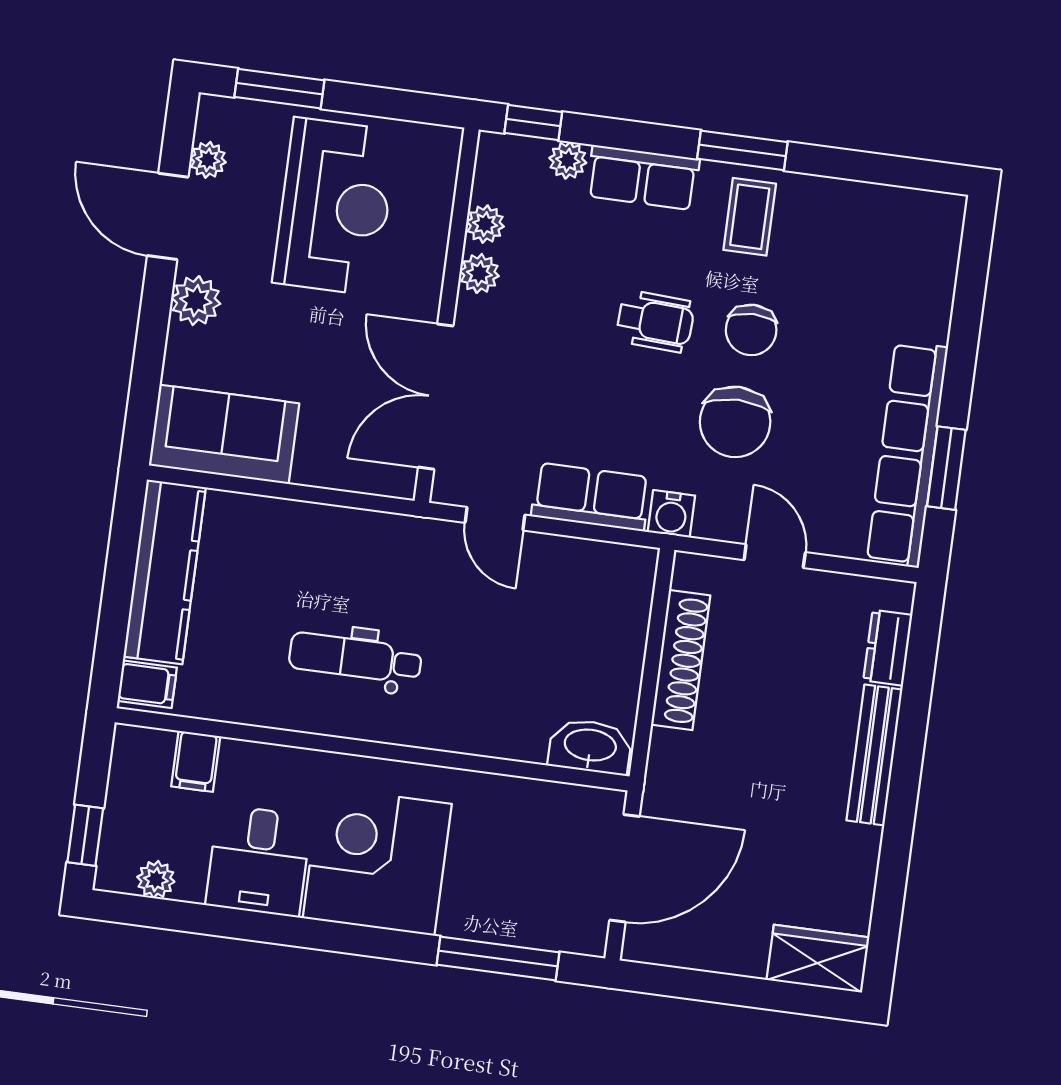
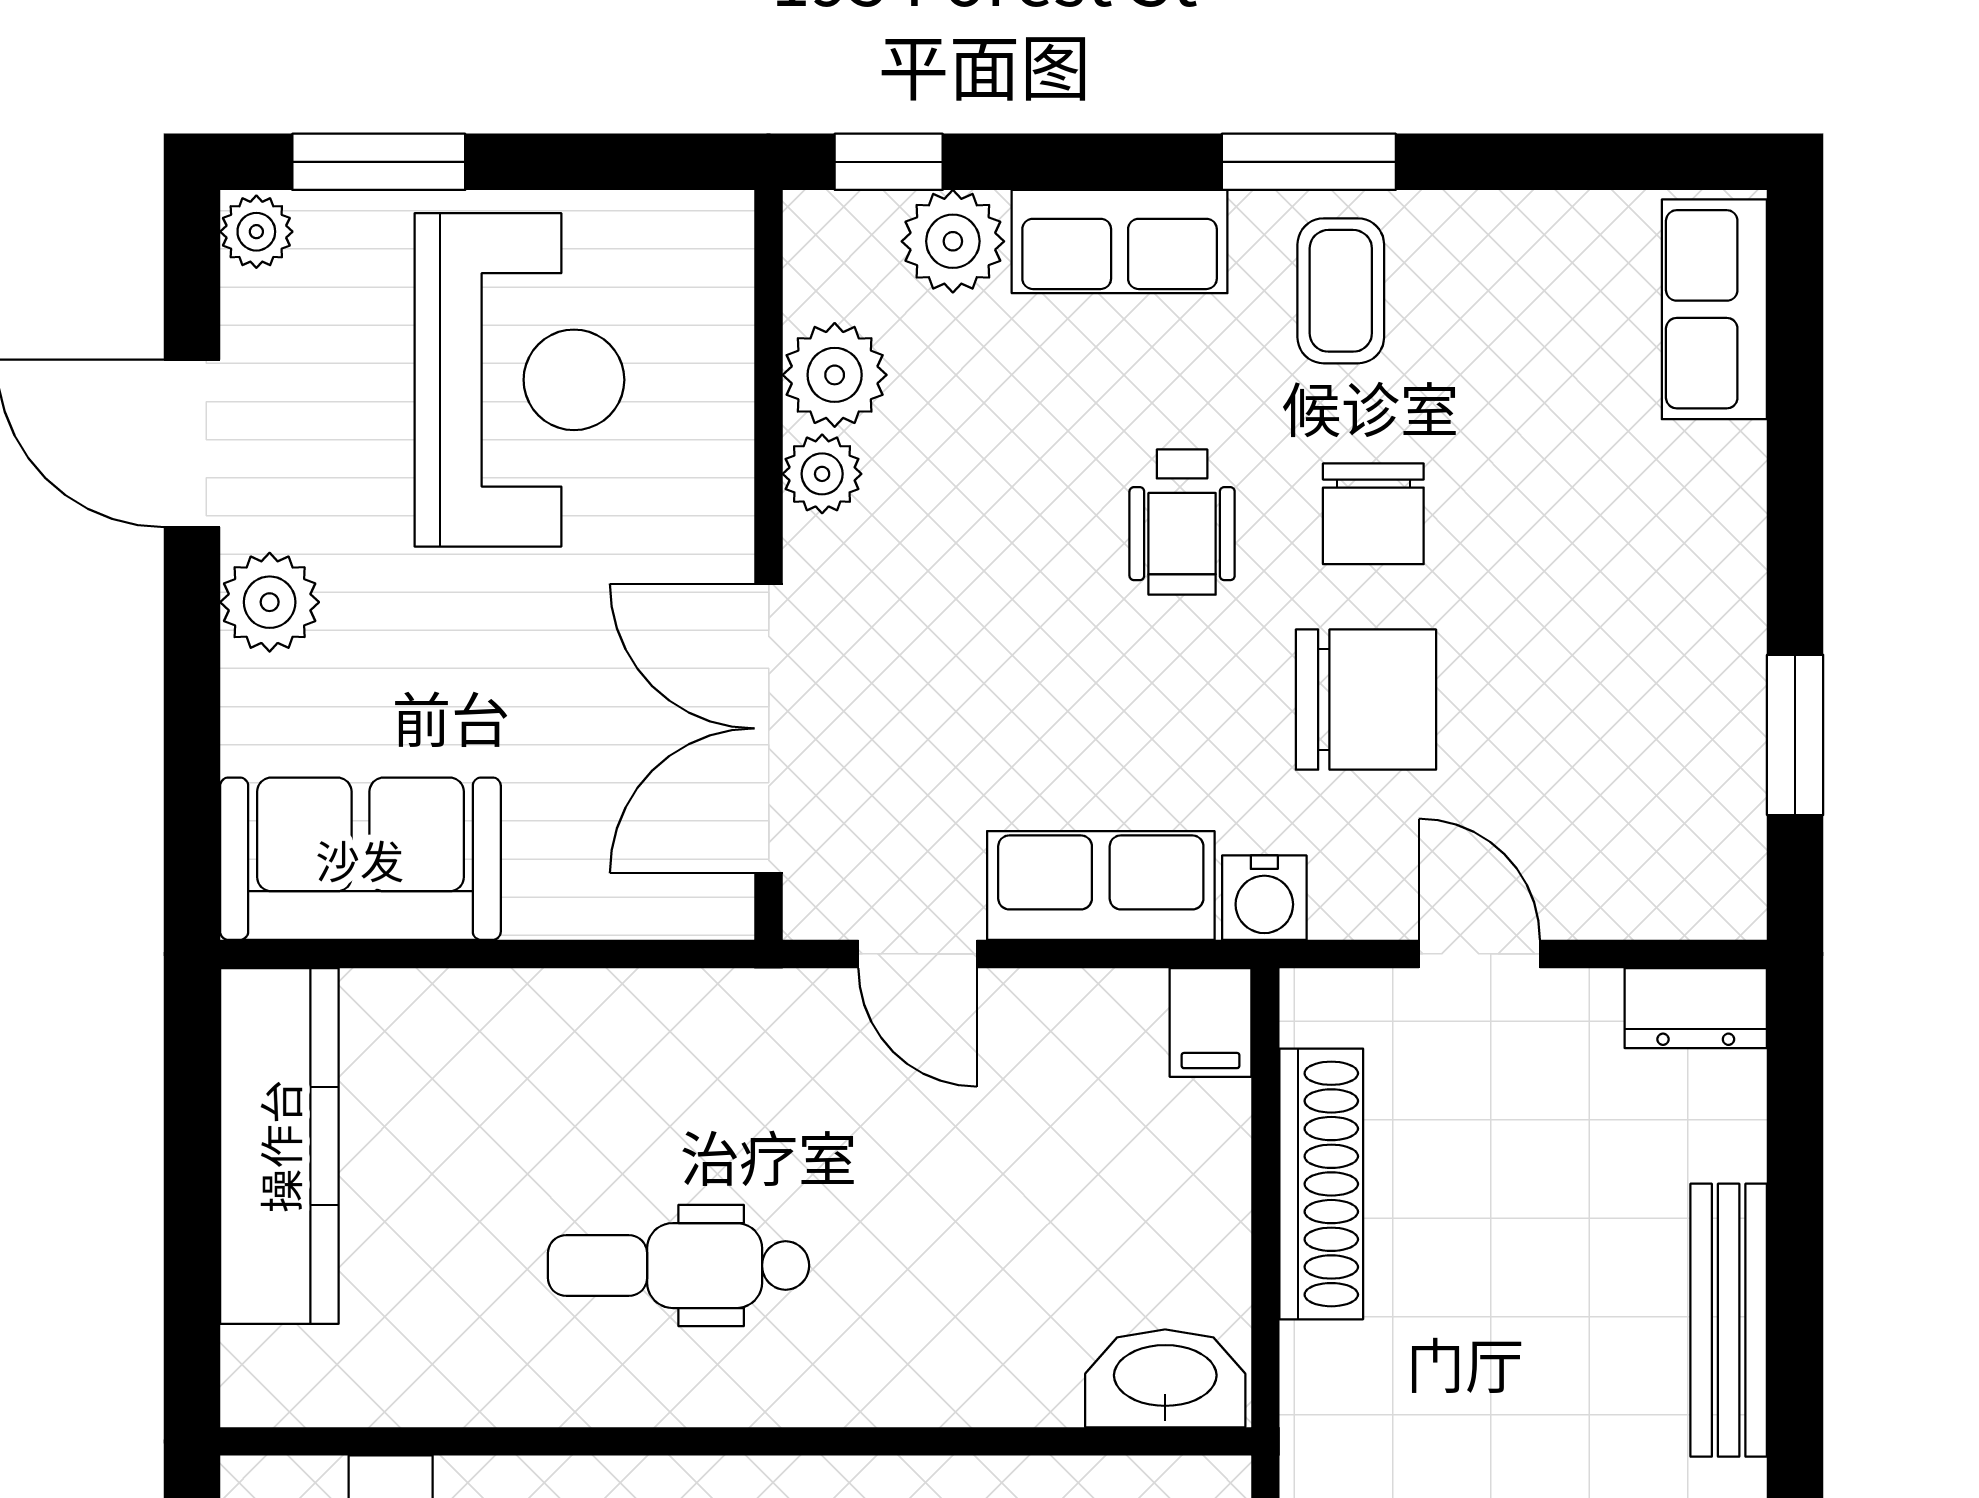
plant: (208, 160) -> (256, 232), moved
plant: (568, 160) -> (953, 241), width x1.38, depth x1.38
plant: (485, 224) -> (835, 375), width x1.38, depth x1.38
wheelchair: (655, 321) -> (1182, 522), turned 87
chair: (735, 422) -> (1366, 700), turned -90
row of seats: (907, 454) -> (1714, 309), moved, width x0.50
dresser: (888, 648) -> (1696, 1008), moved, turned -90
filing cabinet: (147, 684) -> (1210, 1022), moved, turned 90

